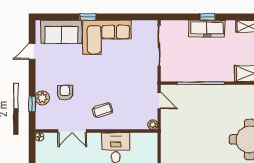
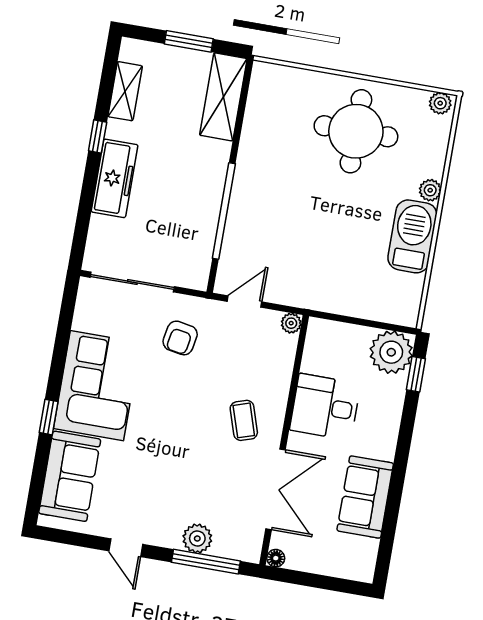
window: (208, 17) -> (98, 136), moved
door: (32, 52) -> (126, 548), moved
armchair: (65, 93) -> (180, 338), moved, turned -80
window: (32, 104) -> (206, 562), width x2.17
double door: (72, 131) -> (276, 489), width x1.37

